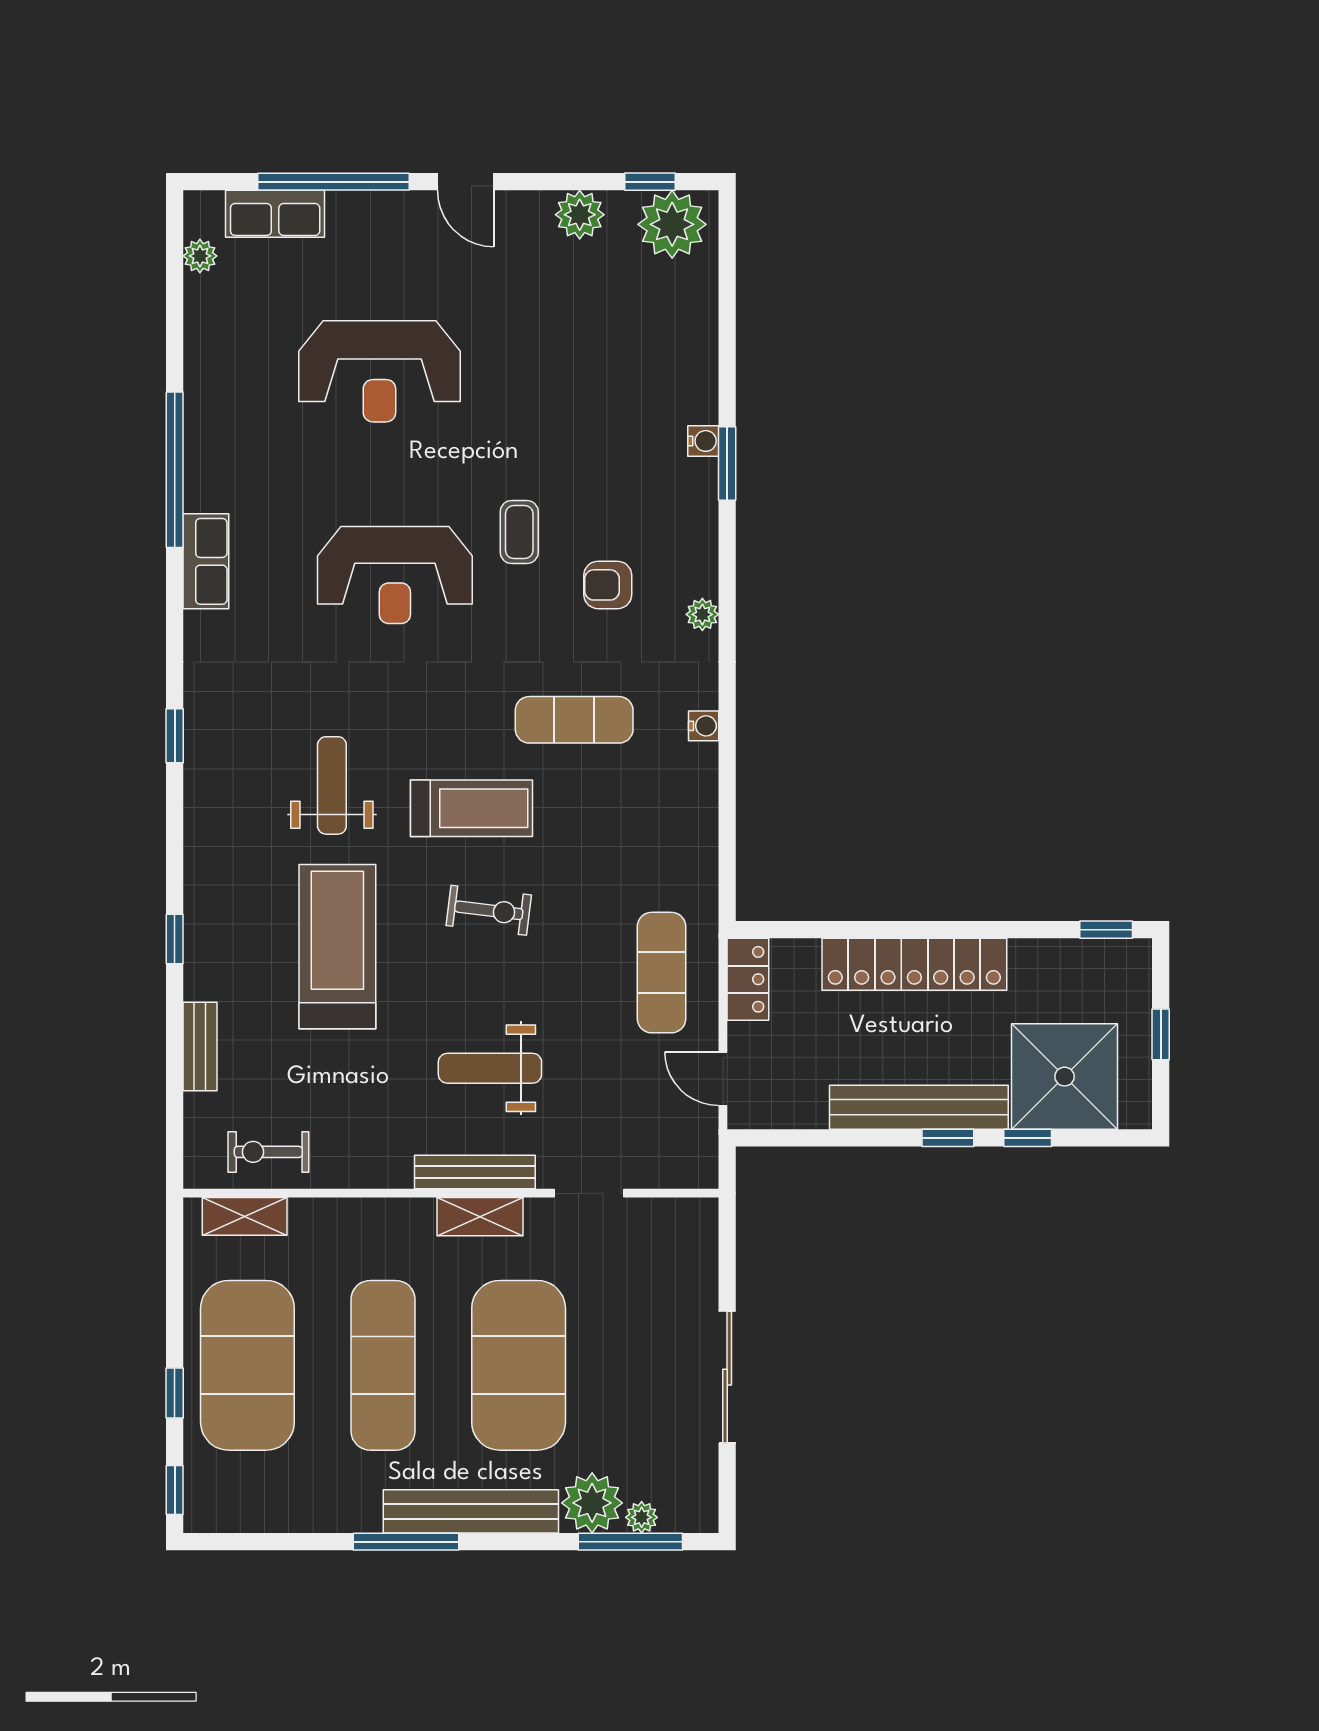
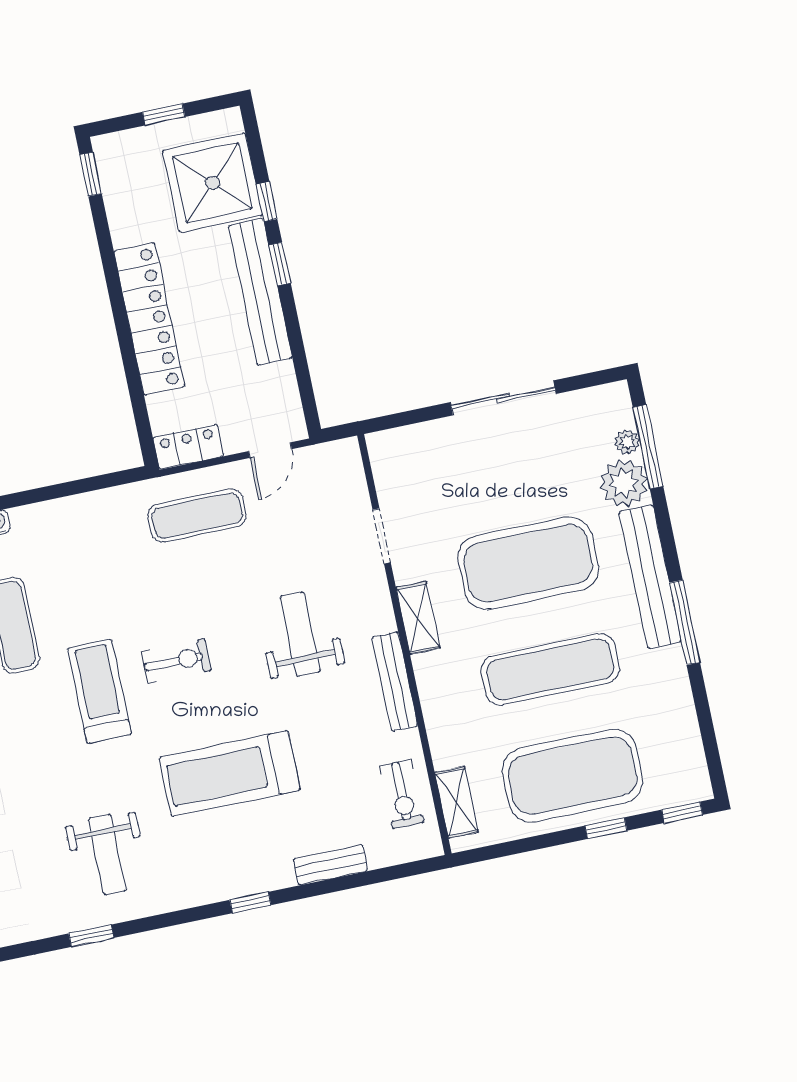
weight bench: (332, 785) -> (107, 855), moved, turned -90
exercise bike: (489, 910) -> (177, 661), turned 83
weight bench: (490, 1068) -> (300, 634), turned 180
bench: (475, 1172) -> (395, 681), moved

